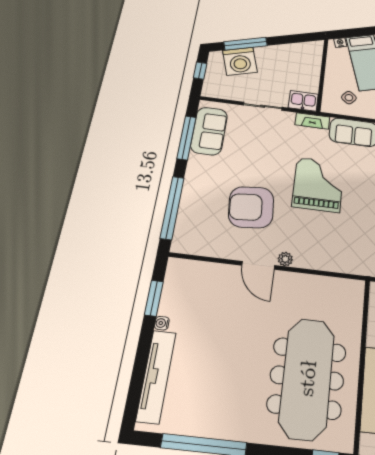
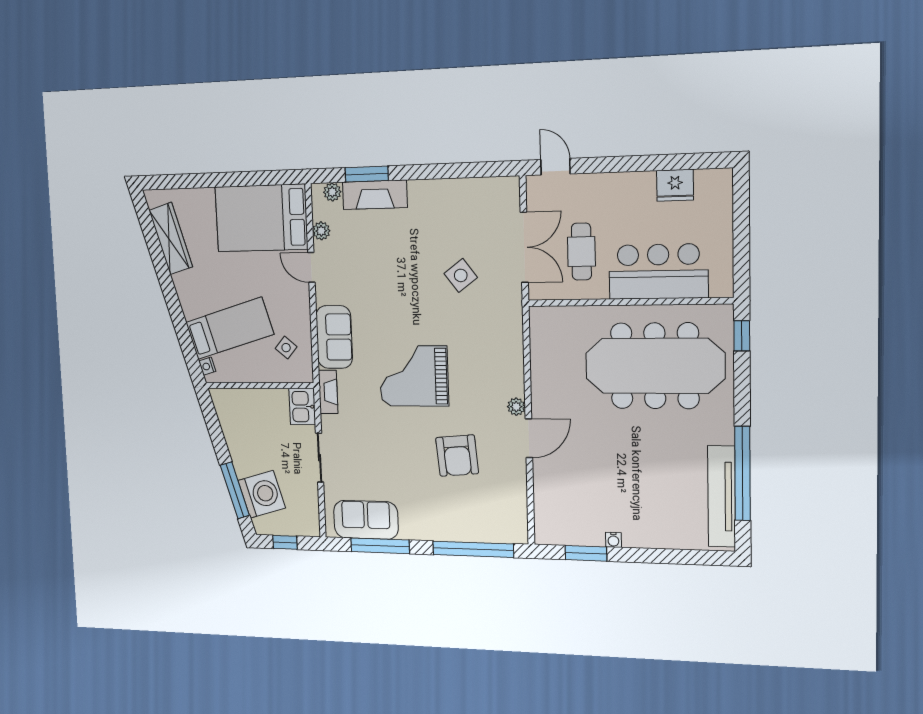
armchair: (251, 207) -> (457, 456), width x0.73, depth x0.73
tv unit: (156, 376) -> (722, 496), moved, turned -90

